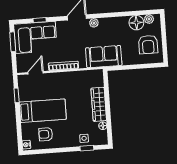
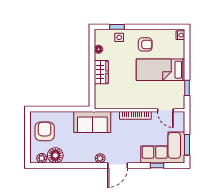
door: (36, 73) -> (165, 110), hinge flipped
wardrobe: (99, 104) -> (101, 72), width x0.67
armchair: (46, 134) -> (145, 44), moved

